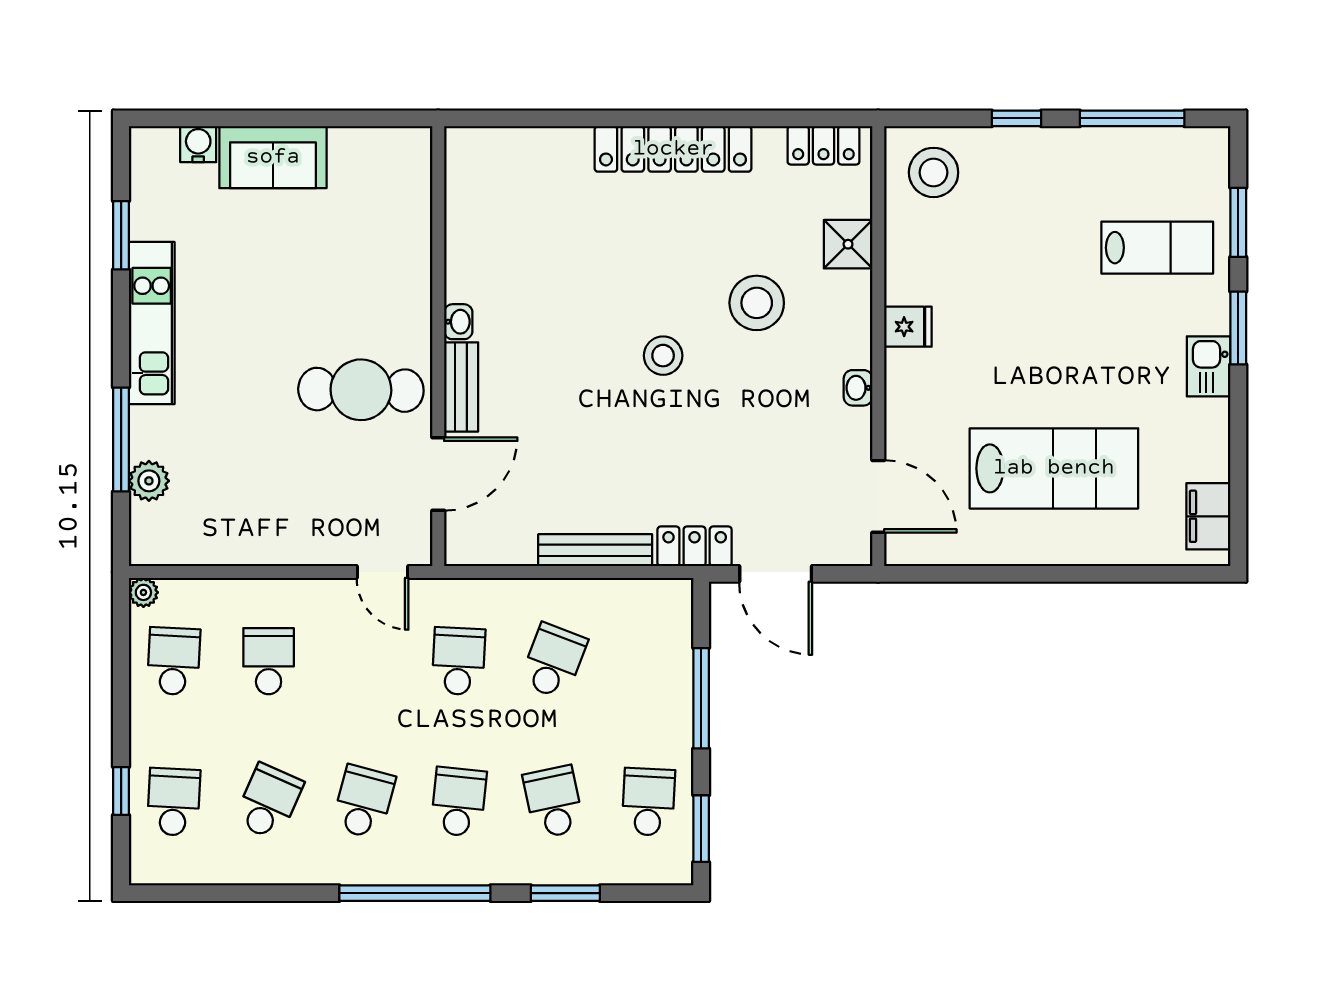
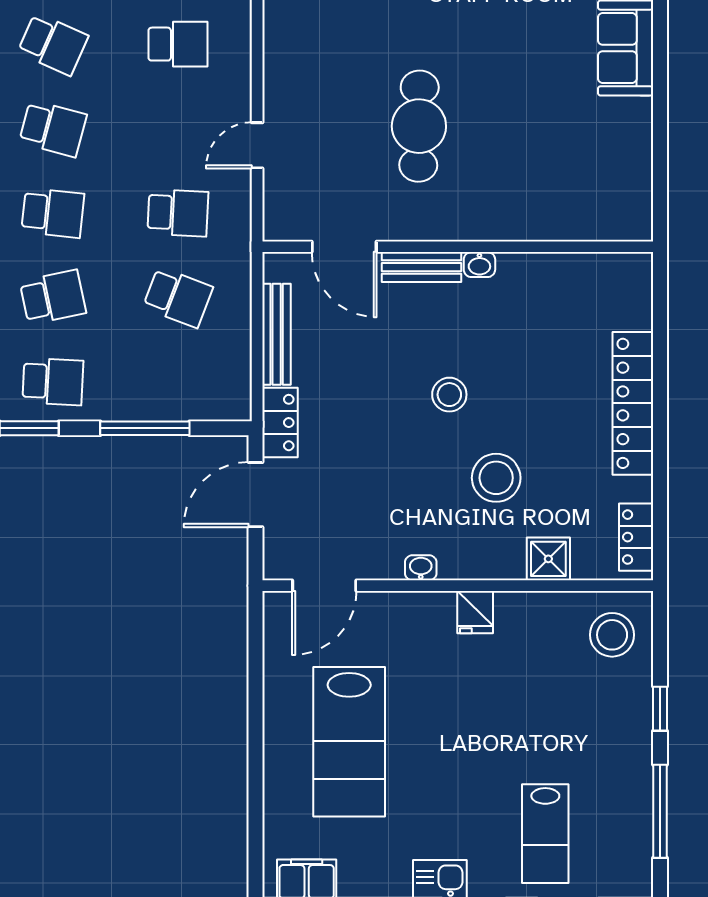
washbasin: (458, 322) -> (479, 265), moved
wall: (438, 346) -> (458, 247), moved
bench: (461, 387) -> (422, 267), moved
door: (438, 474) -> (344, 247), moved

